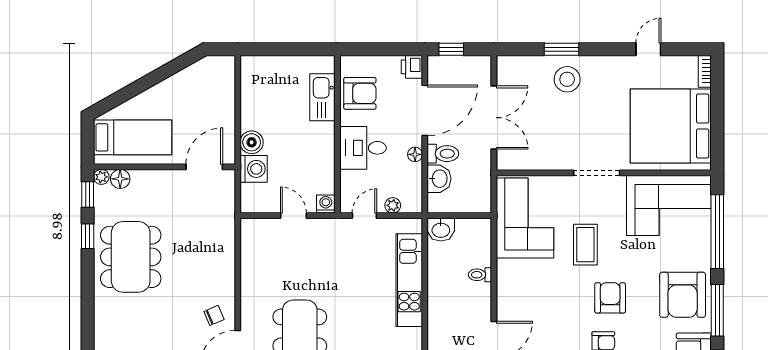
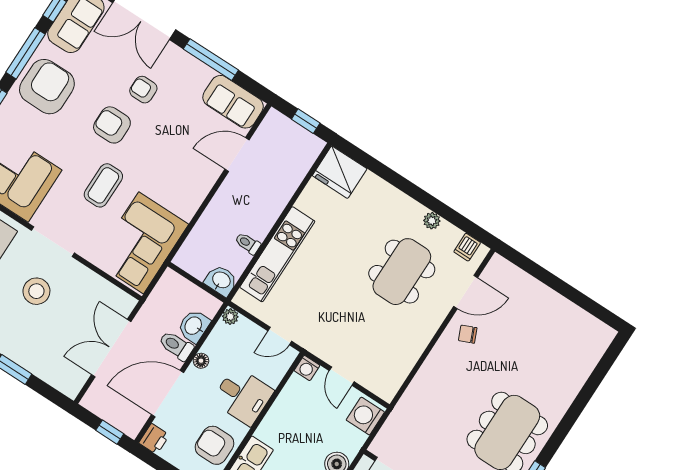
stool: (567, 79) -> (36, 291), moved
washing machine: (254, 169) -> (365, 416), moved
plant: (393, 205) -> (230, 317), moved
toilet: (480, 275) -> (248, 243), moved, turned 180
armchair: (610, 298) -> (112, 125), turned 90

